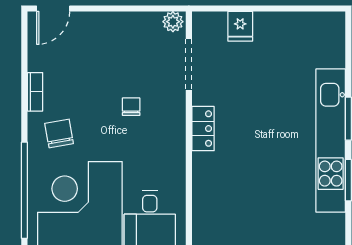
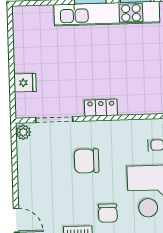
chair: (131, 107) -> (87, 161), width x1.87, depth x1.87
chair: (59, 133) -> (108, 213), turned -80

